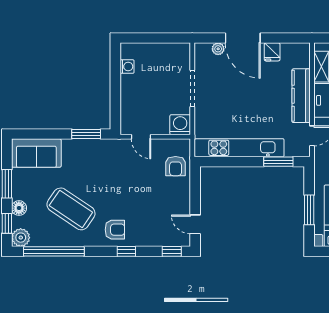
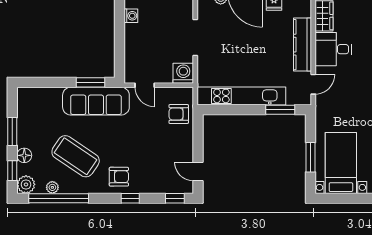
sofa: (36, 153) -> (96, 101), moved, width x1.36
armchair: (176, 166) -> (179, 114), turned 90
plant: (47, 240) -> (52, 187), added

